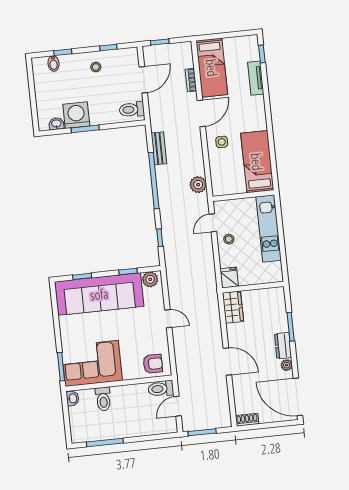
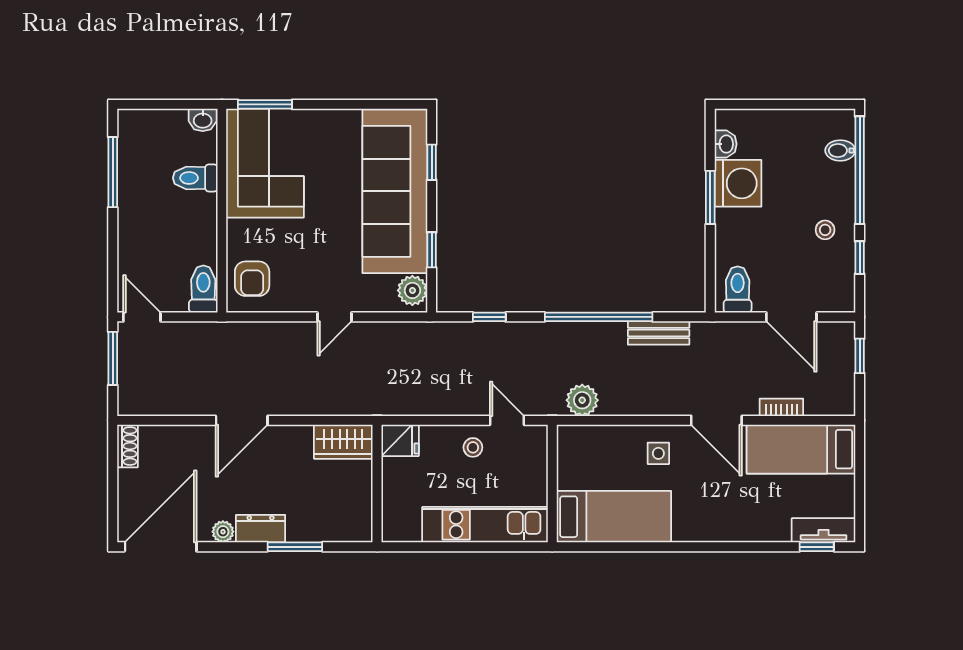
window: (63, 52) -> (860, 170), width x3.17
tv unit: (256, 78) -> (824, 530), moved
door: (177, 406) -> (142, 317), moved

